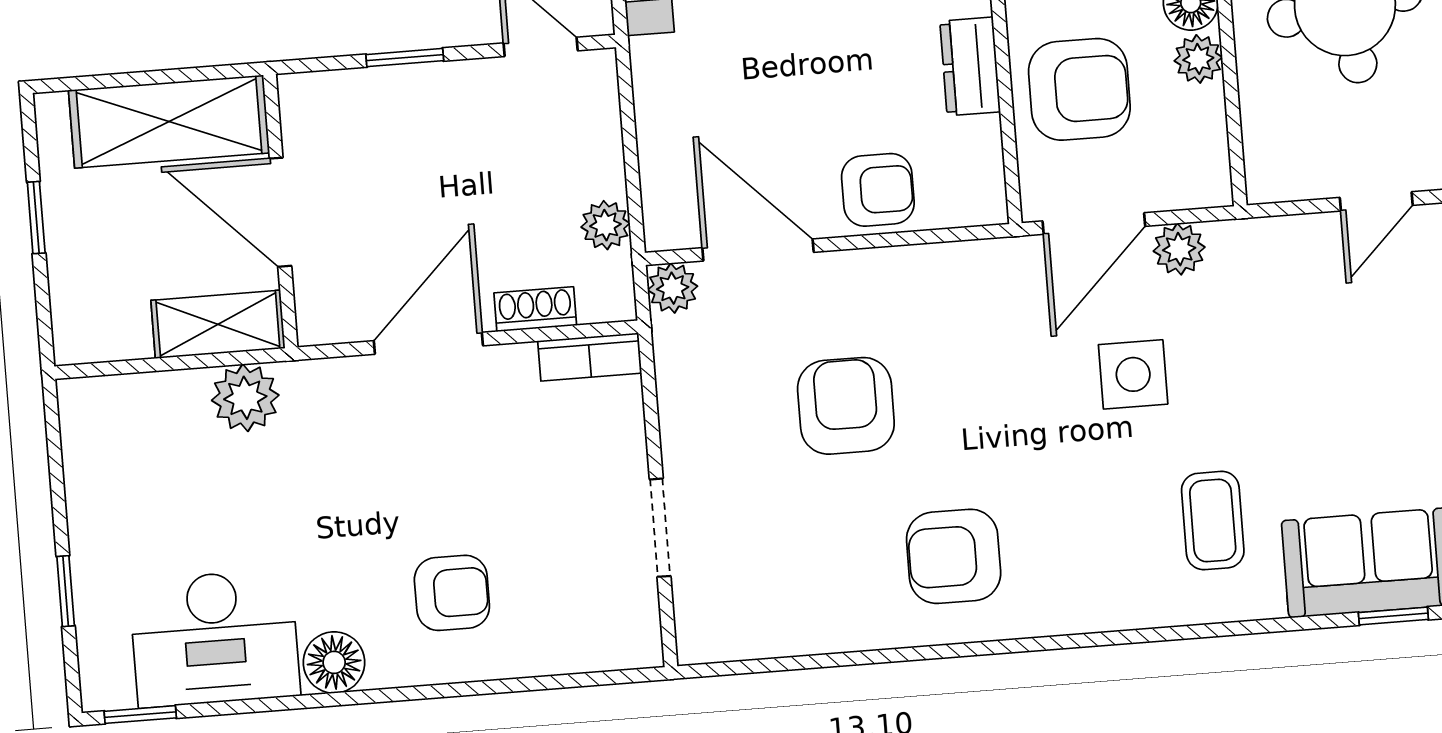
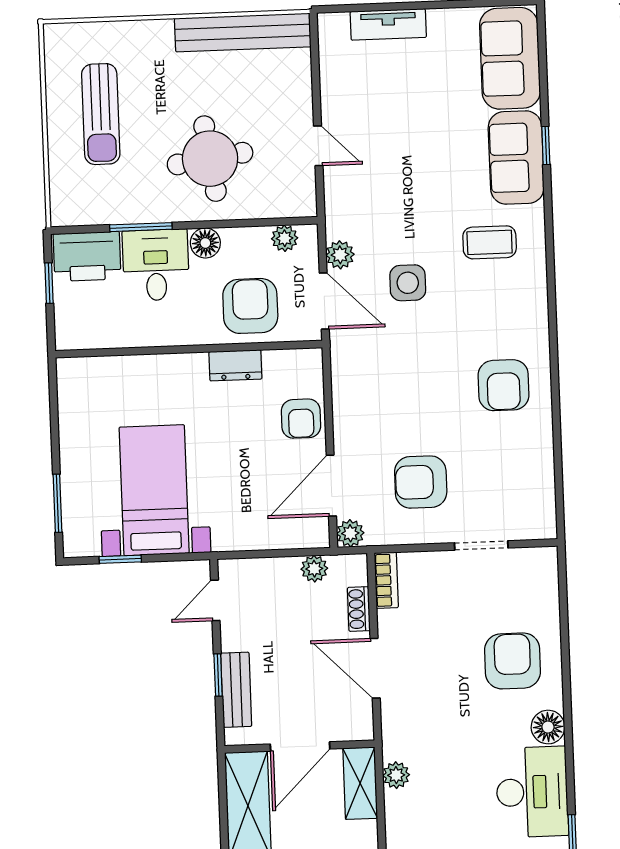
plant: (1198, 59) -> (285, 238), moved
bench: (379, 92) -> (236, 690), added
armchair: (878, 190) -> (301, 419), turned 180
plant: (245, 398) -> (396, 775), width x0.73, depth x0.73
armchair: (846, 406) -> (421, 482), moved
armchair: (452, 593) -> (512, 661), width x1.38, depth x1.38

